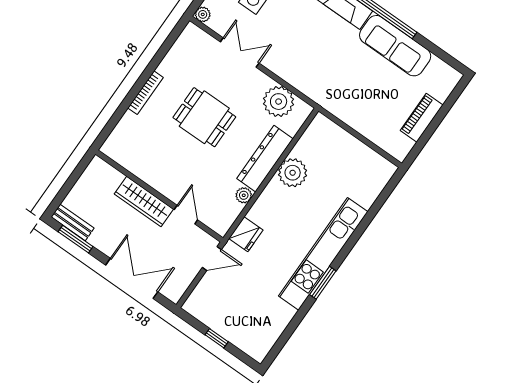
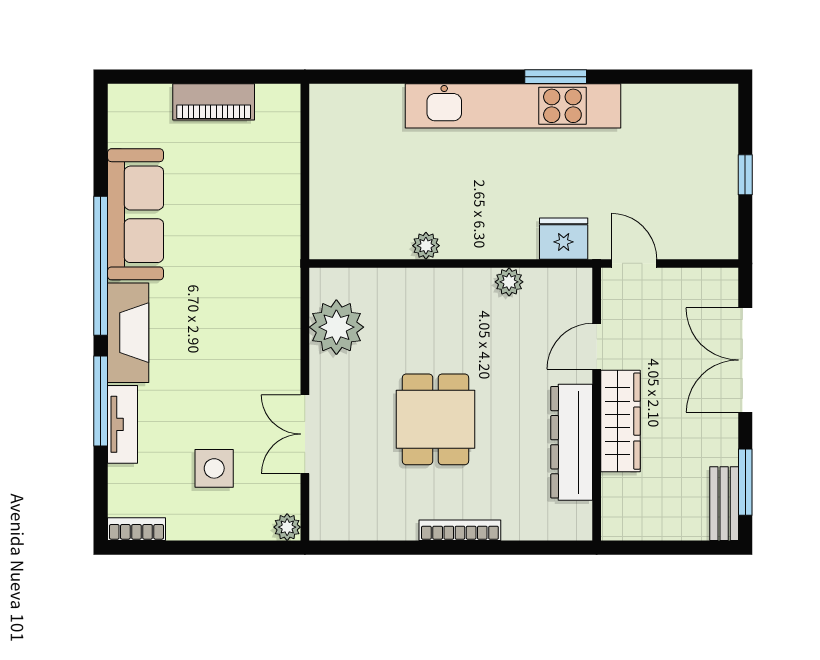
dresser: (265, 159) -> (572, 442), moved, turned 90
plant: (293, 173) -> (426, 246), width x0.53, depth x0.53

